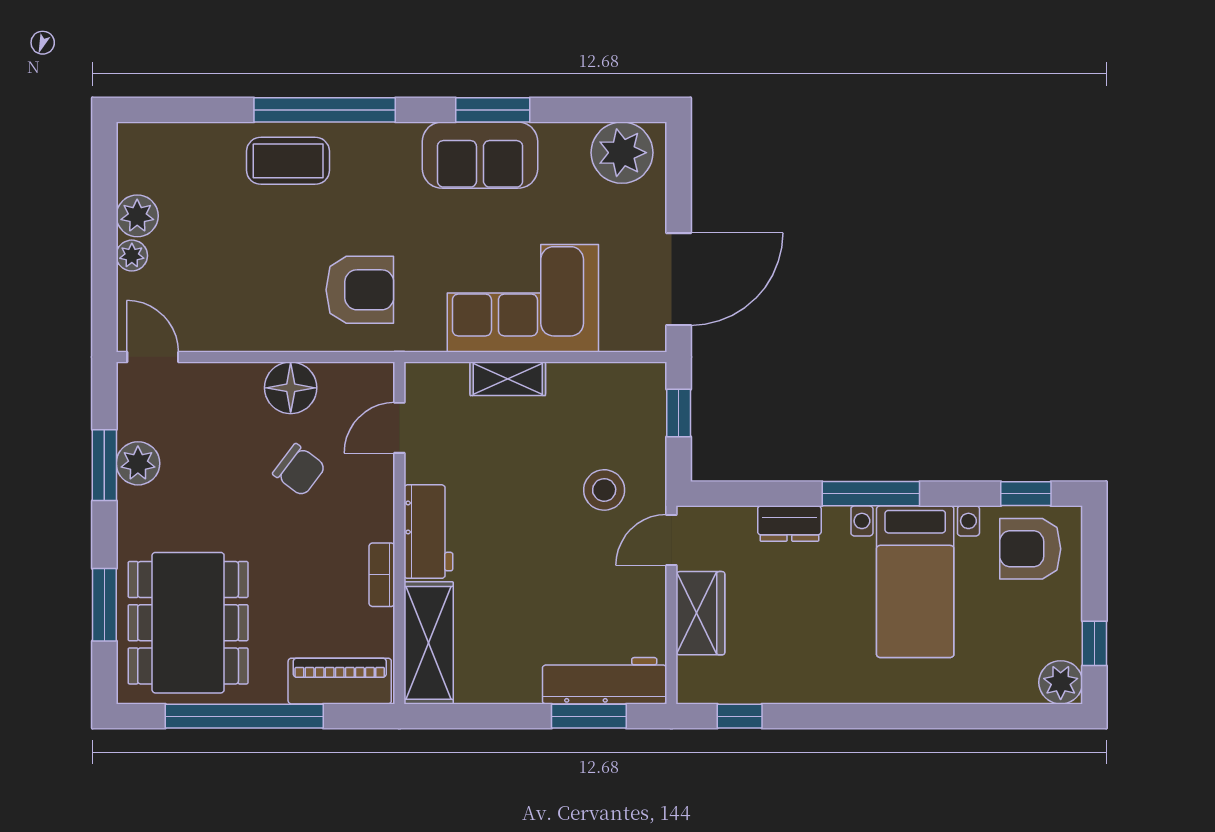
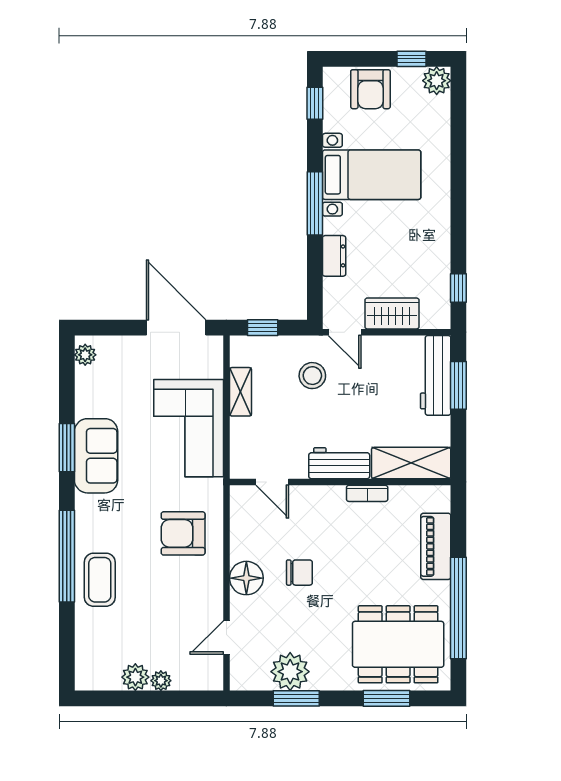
plant: (622, 153) -> (85, 355), width x0.53, depth x0.53
armchair: (360, 290) -> (183, 533), turned -90
door: (153, 357) -> (226, 638), moved
shelving: (508, 379) -> (241, 392), moved
door: (399, 428) -> (272, 482), moved
plant: (138, 463) -> (290, 672), width x1.36, depth x1.36
chair: (299, 470) -> (299, 573), turned 53
workbench: (428, 532) -> (339, 463), moved
wall: (399, 533) -> (340, 482), moved
armchair: (1030, 549) -> (370, 89), moved
bookcase: (382, 575) -> (367, 493), moved
shelving: (429, 643) -> (411, 463), moved

